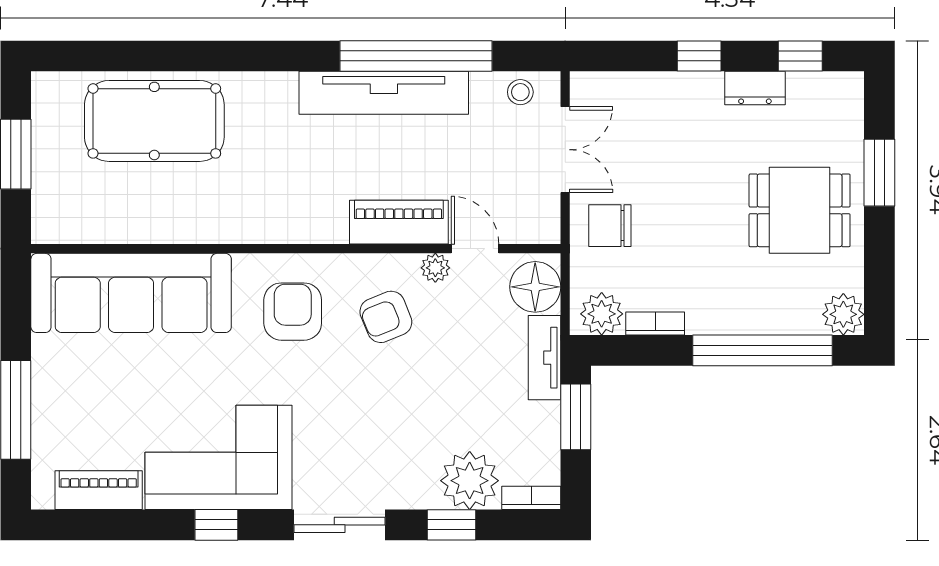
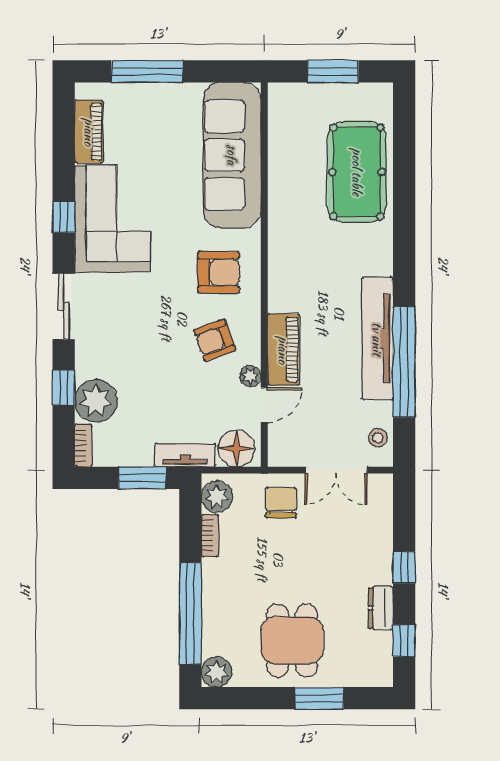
armchair: (386, 317) -> (215, 340), turned -88

